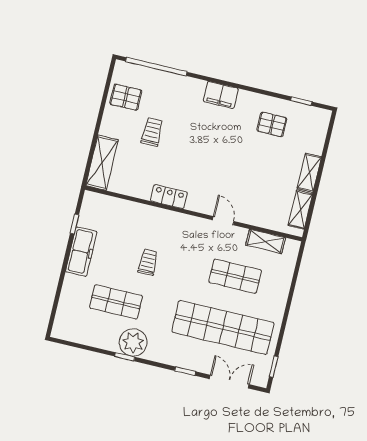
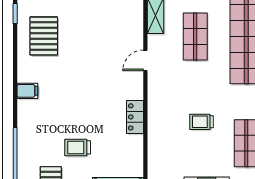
filing cabinet: (221, 95) -> (27, 91), width x0.50
pallet: (272, 124) -> (44, 36), width x1.50, depth x1.42

